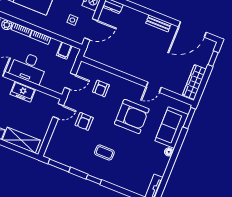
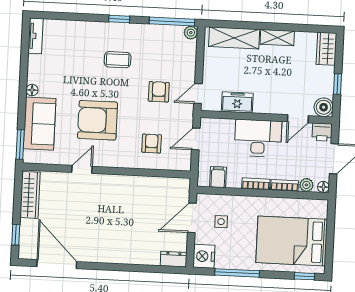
bench: (158, 23) -> (105, 257), removed
door: (192, 29) -> (57, 264), hinge flipped
freezer: (23, 92) -> (237, 102), moved
plant: (49, 154) -> (191, 33), added
window: (59, 166) -> (172, 22), width x1.44

